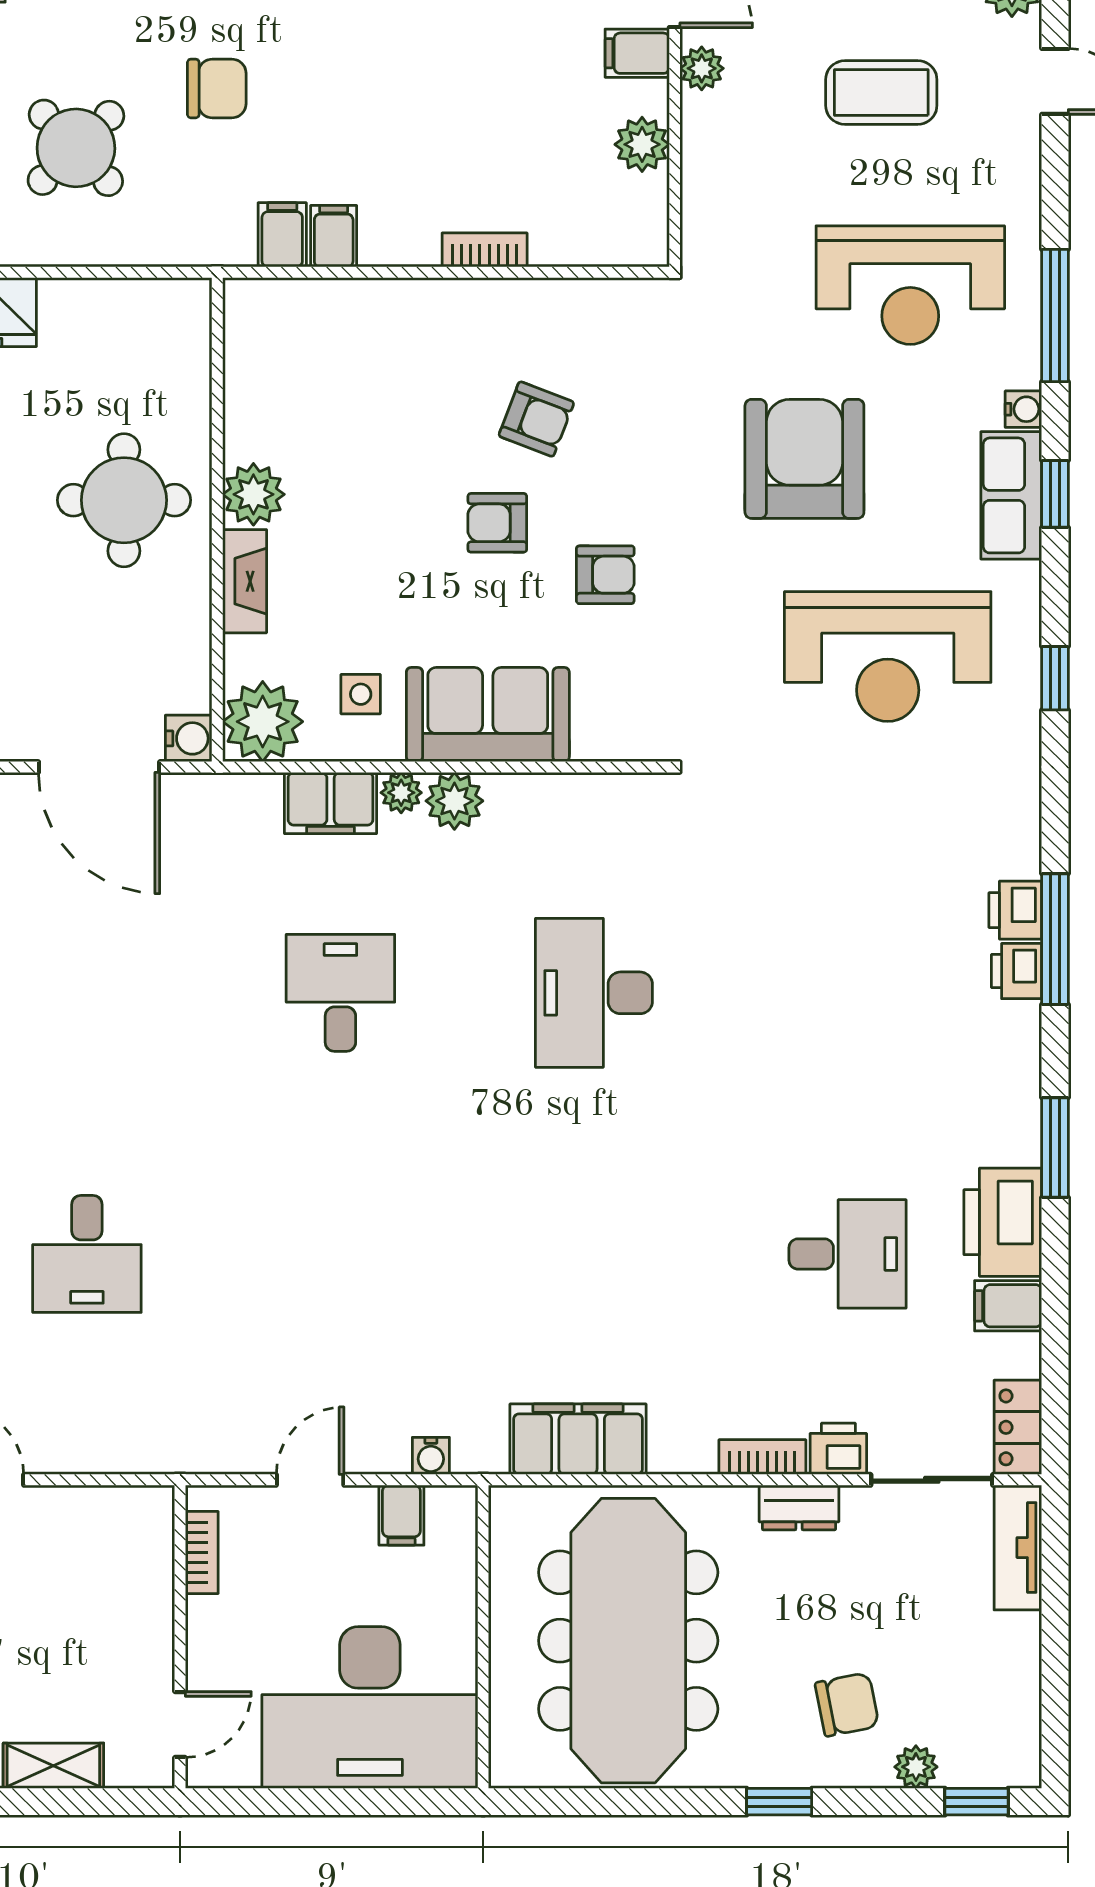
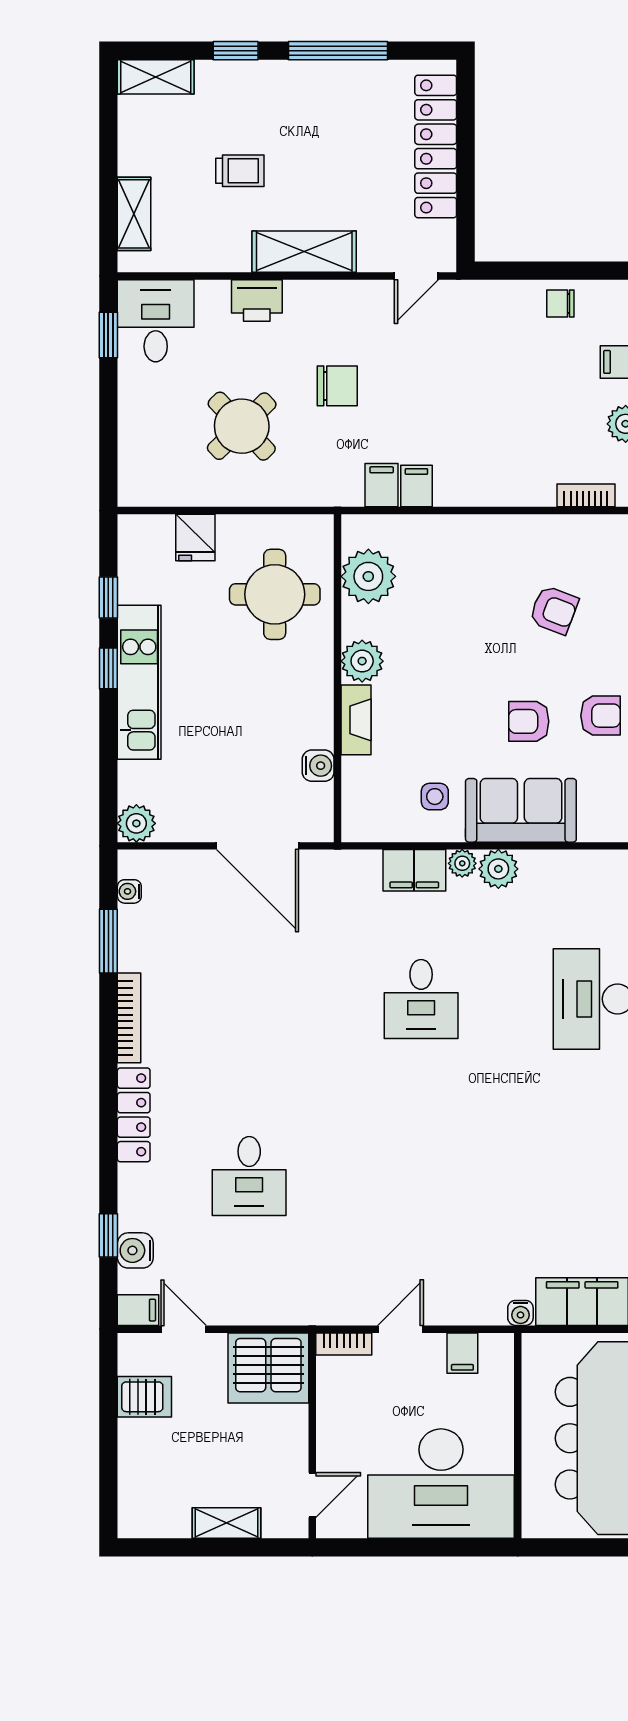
bookcase: (485, 250) -> (586, 495), moved
round table: (124, 500) -> (275, 594), moved
armchair: (497, 523) -> (529, 721), moved
plant: (263, 722) -> (368, 576), moved
water cooler: (189, 738) -> (318, 766), moved
desk: (340, 993) -> (421, 999), turned 180
water cooler: (431, 1456) -> (520, 1313), moved
server rack: (115, 1537) -> (268, 1368), added
bookcase: (202, 1552) -> (344, 1344), moved, turned 90

